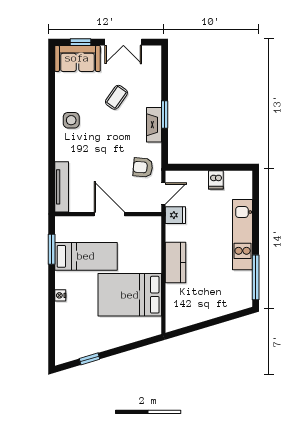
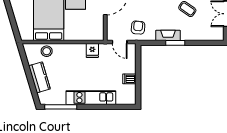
fridge: (175, 215) -> (92, 50), moved
kitchen counter: (175, 262) -> (39, 77), moved, turned -107
stool: (176, 297) -> (47, 51), added

